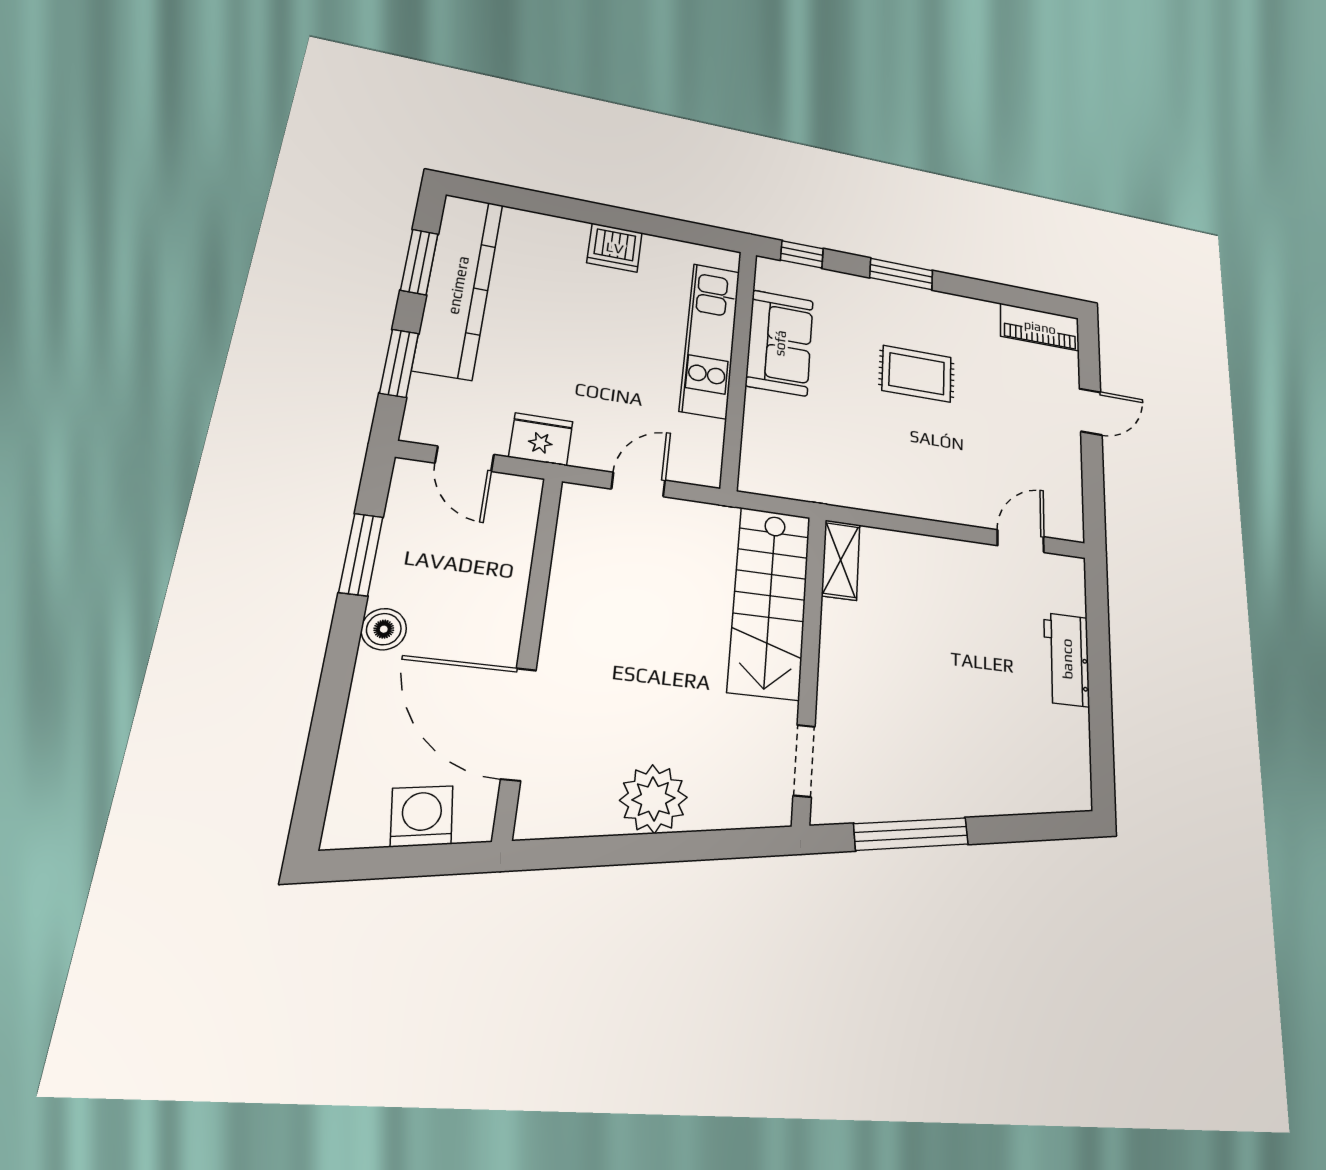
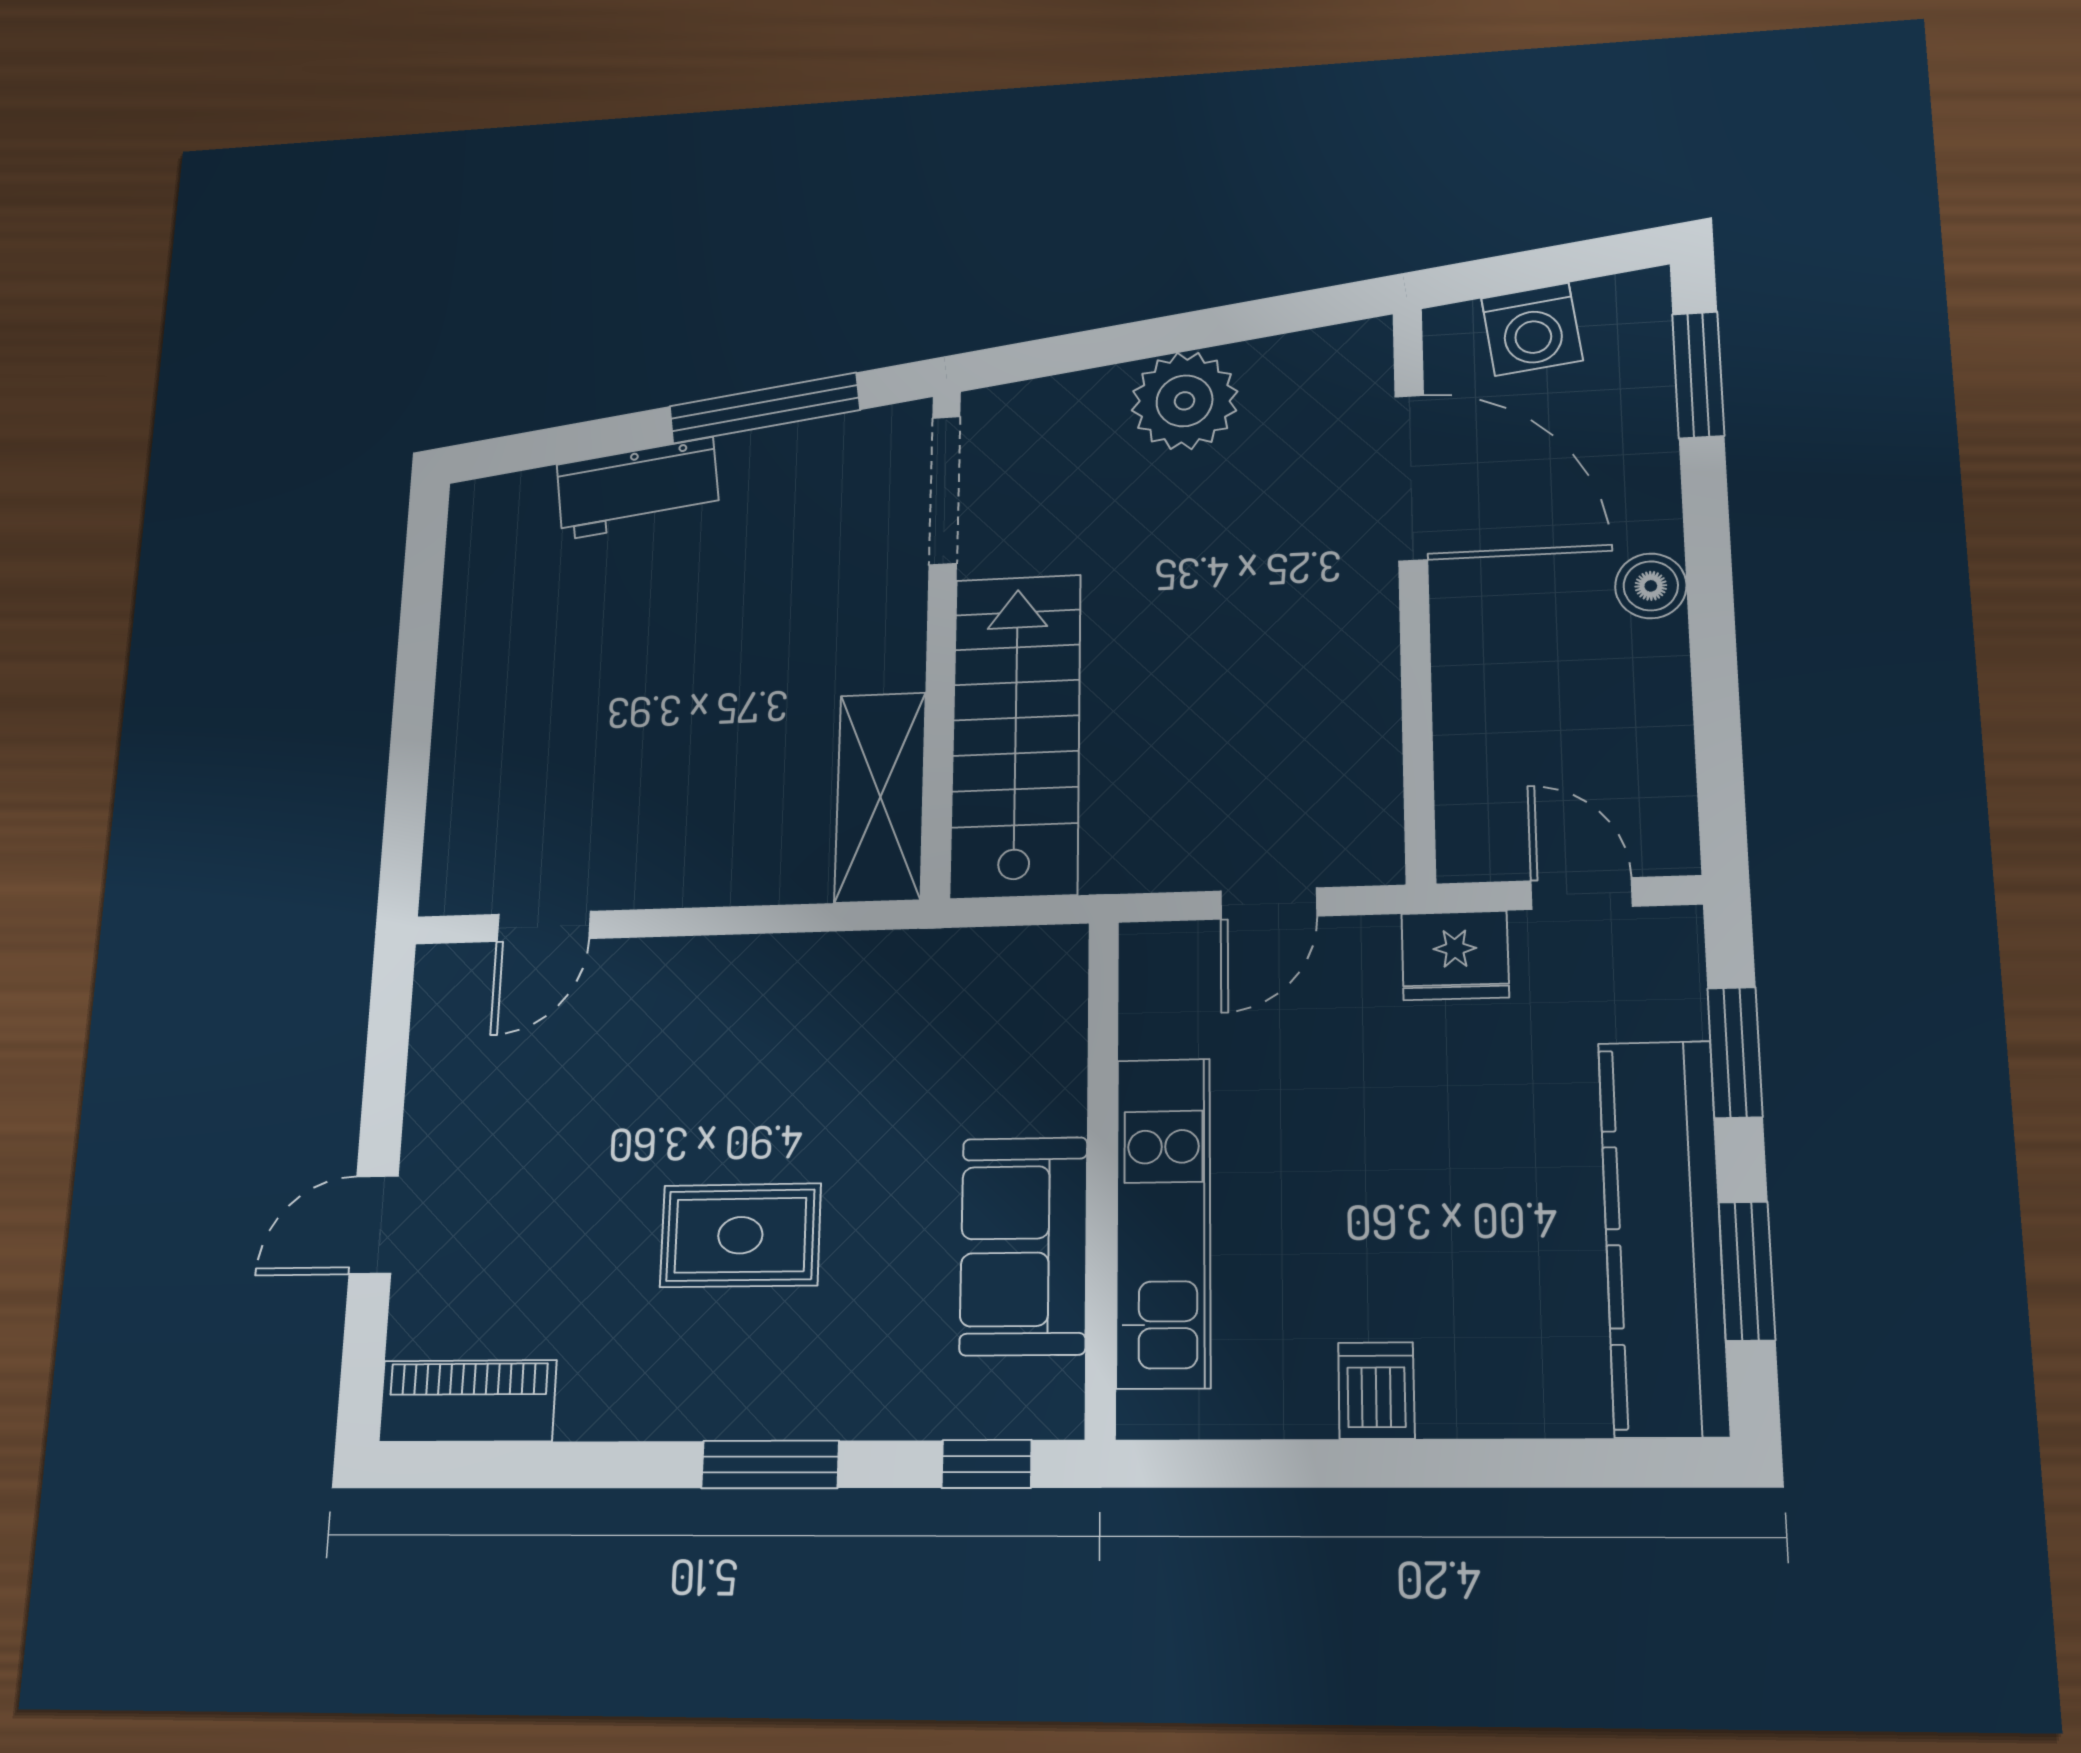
dishwasher: (615, 248) -> (1376, 1390), width x0.73
window: (361, 554) -> (1698, 375), moved
shelving: (841, 560) -> (880, 797), width x1.50, depth x1.33
workbench: (1067, 659) -> (638, 488), moved, turned 83
doorway: (804, 761) -> (945, 490), width x1.38

